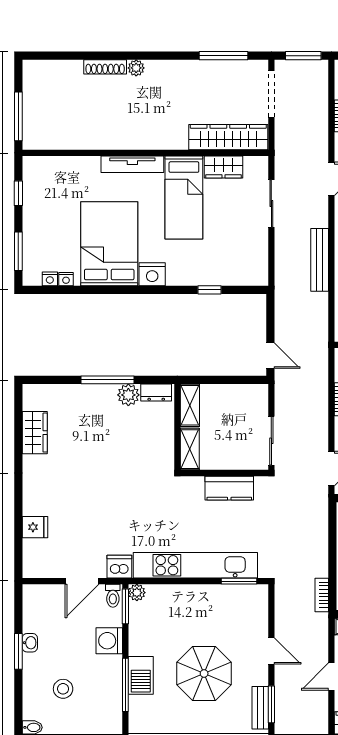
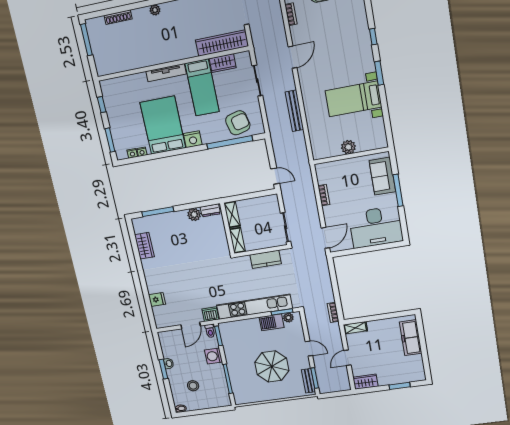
shoe rack: (105, 67) -> (118, 17), moved
window: (18, 116) -> (87, 40), moved
armchair: (228, 262) -> (238, 123), added
window: (210, 290) -> (230, 142), width x3.17
window: (107, 380) -> (158, 212), moved
plant: (137, 593) -> (288, 318), moved
barbecue: (141, 675) -> (272, 322), moved, turned 90

